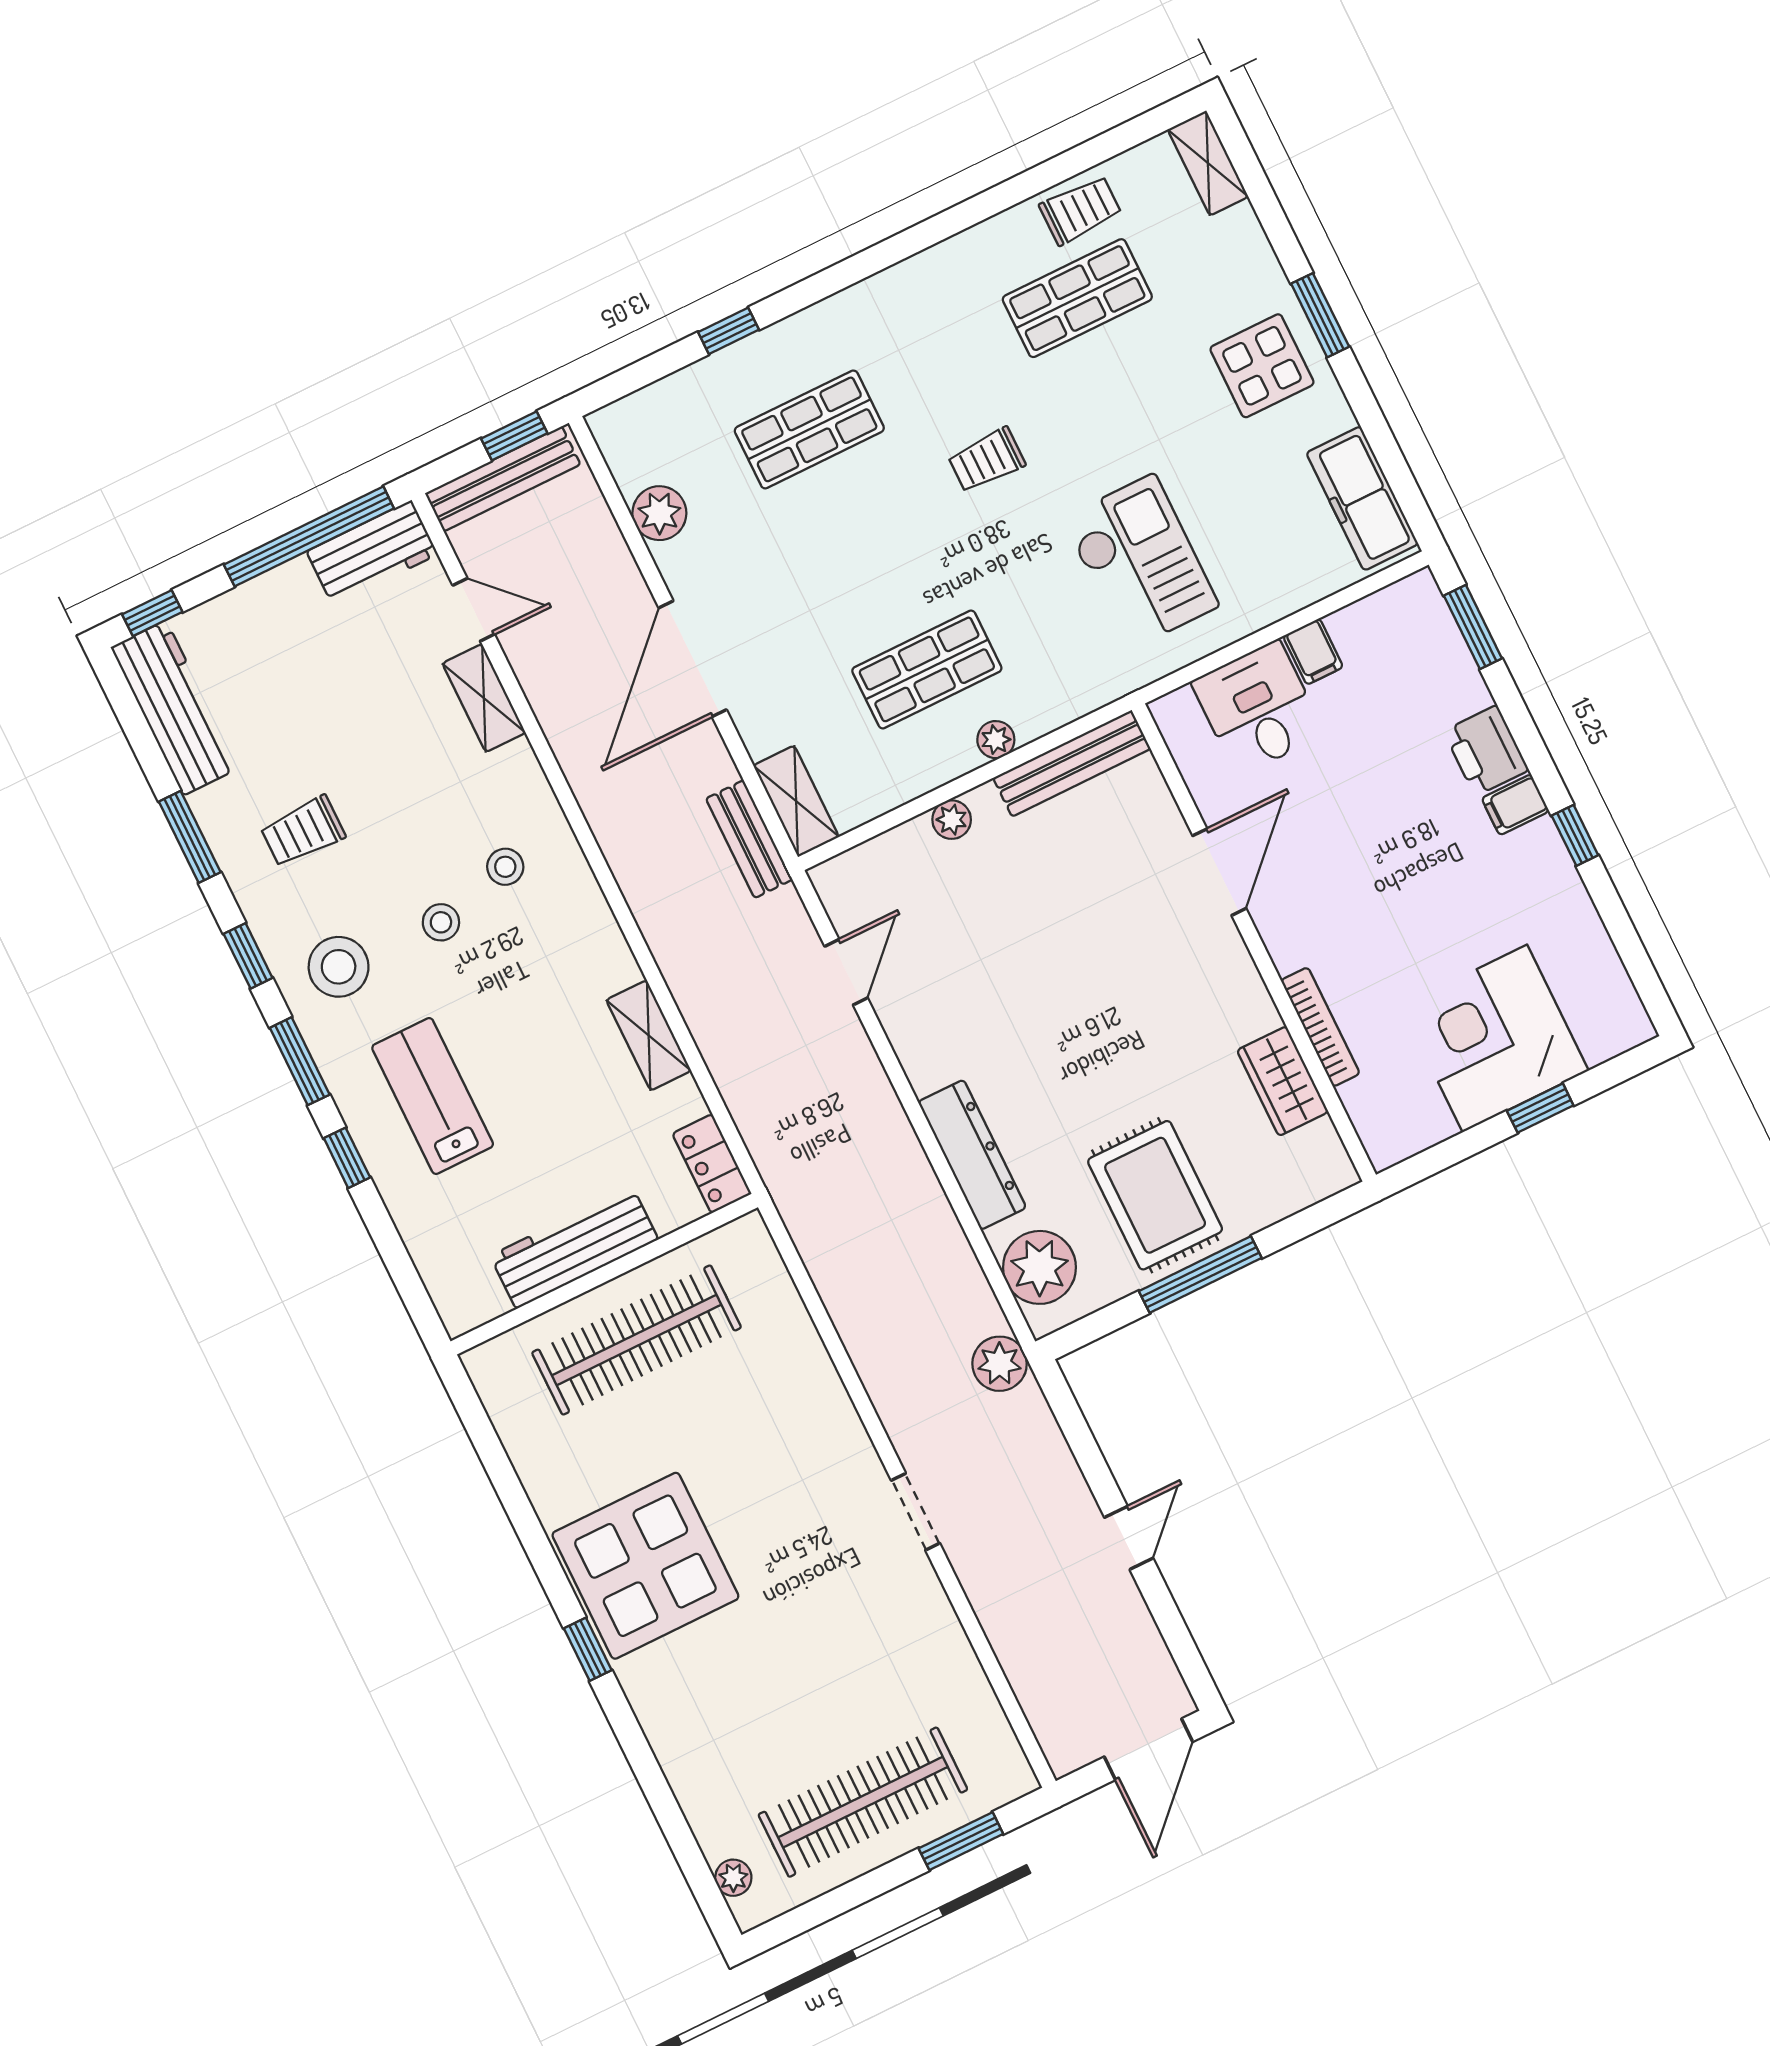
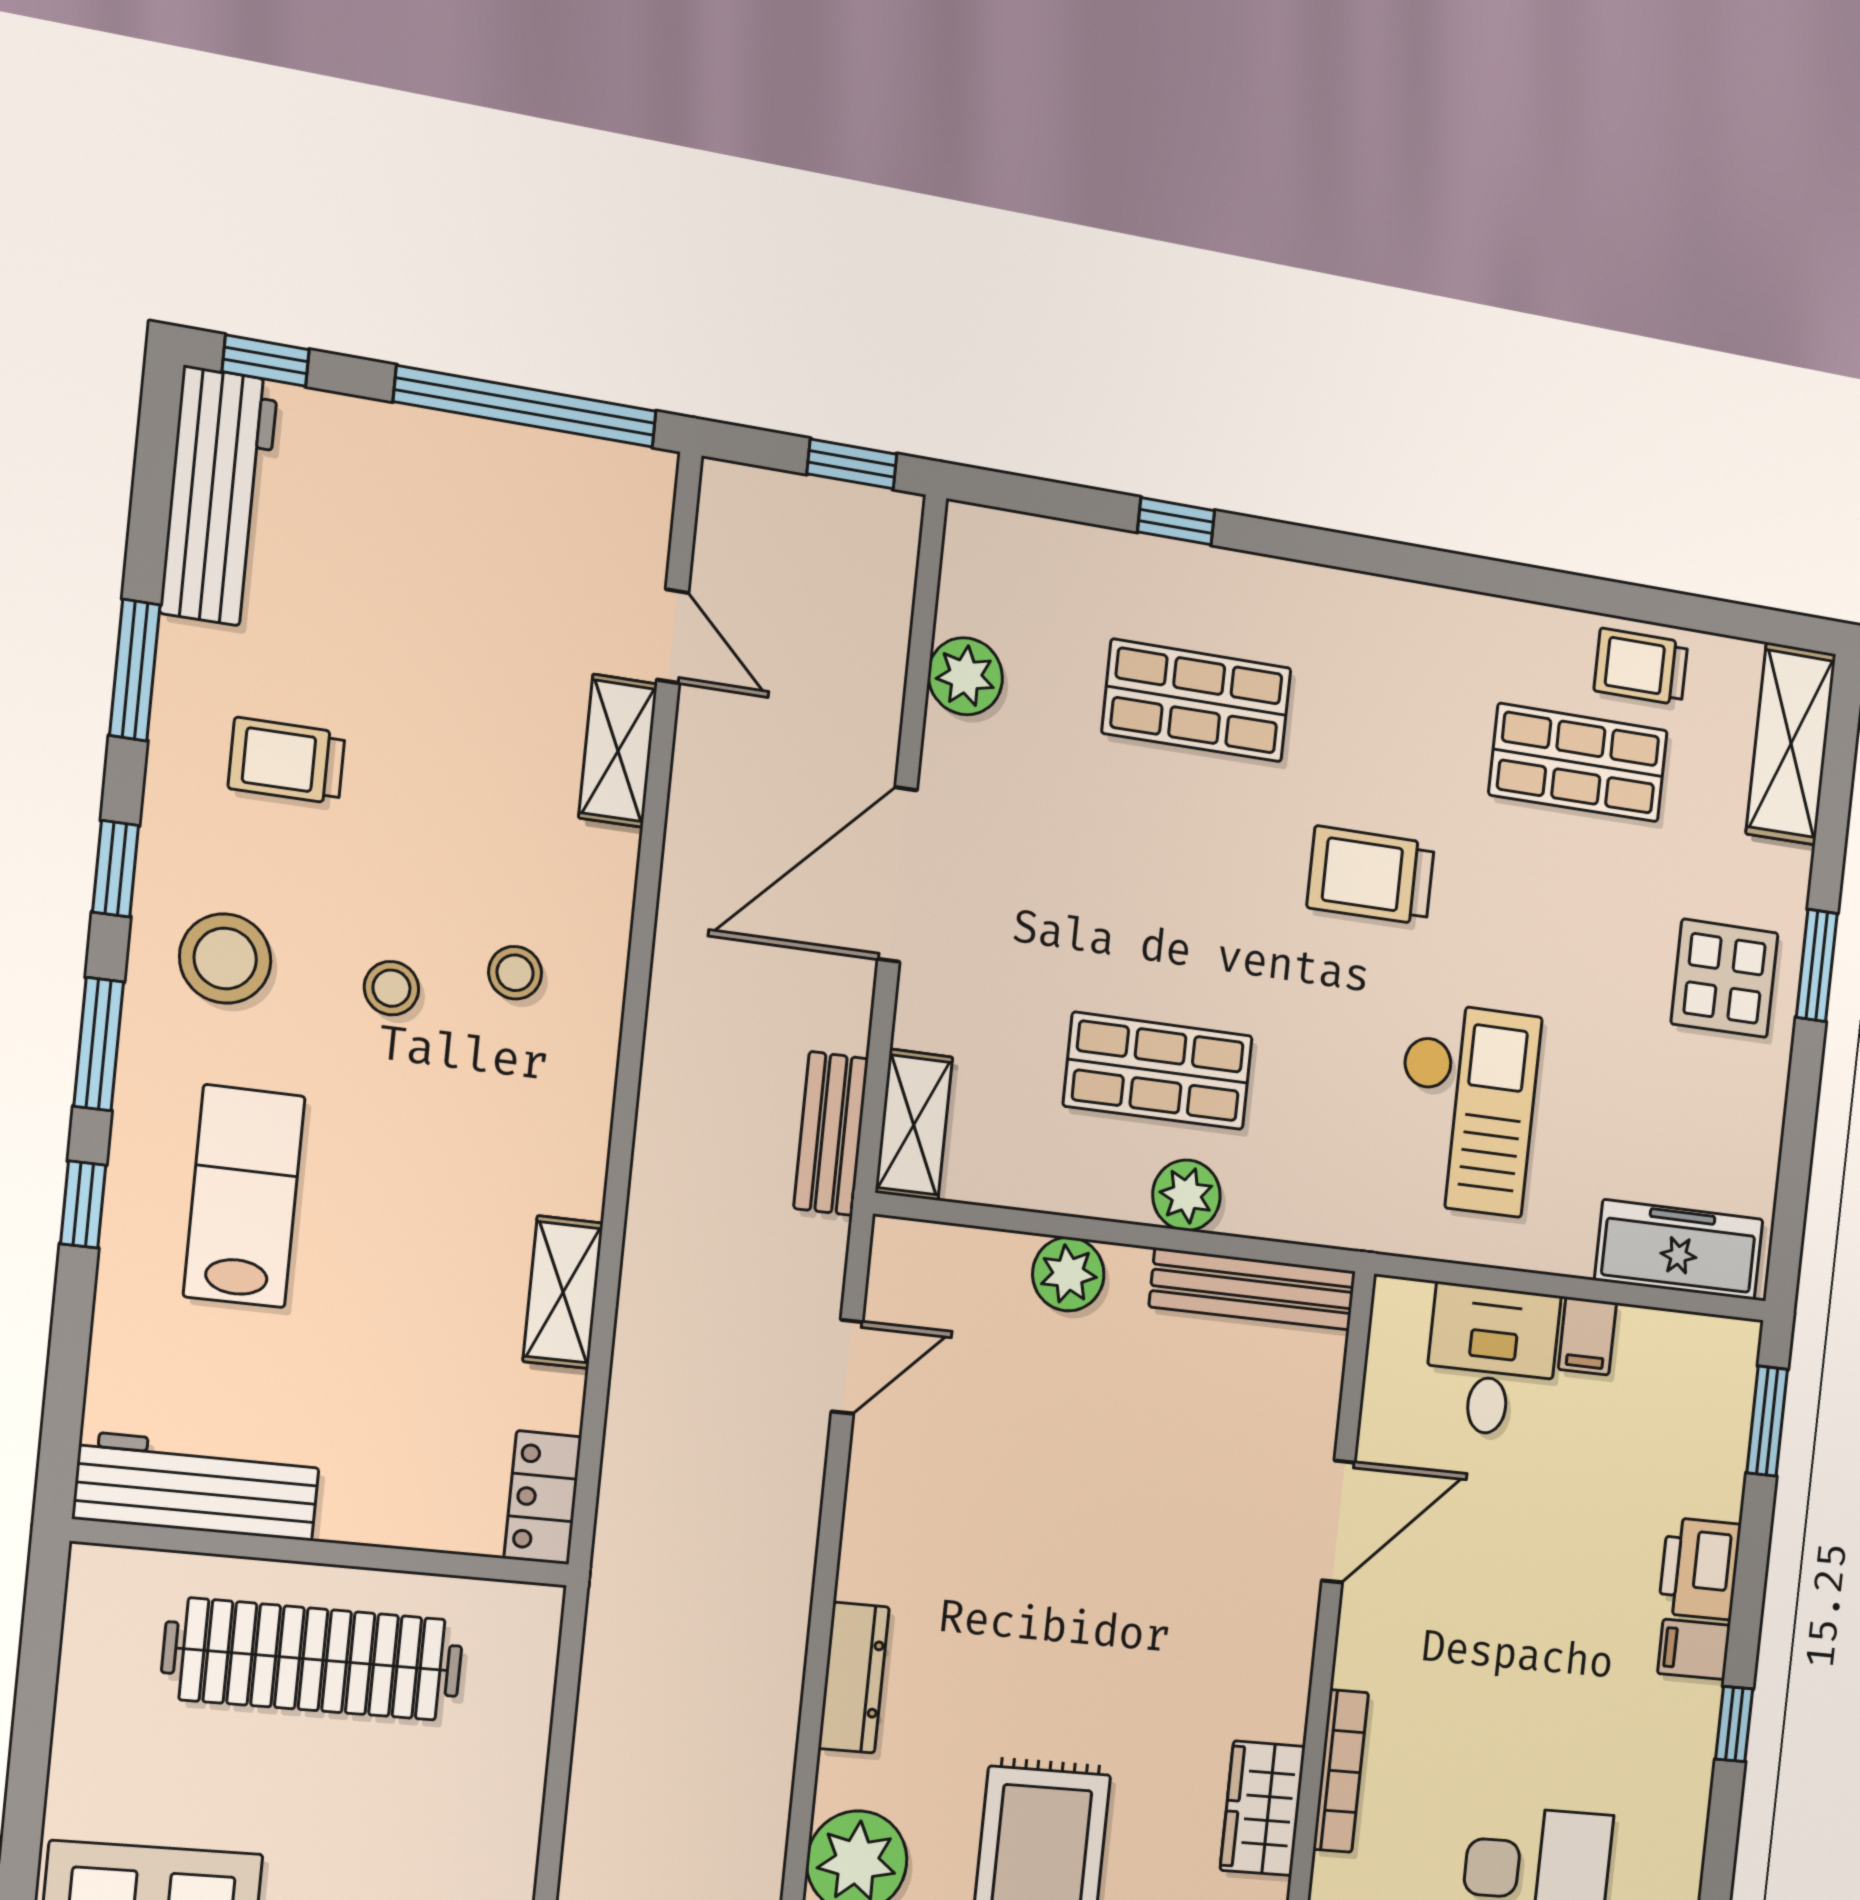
shelving: (1208, 163) -> (1791, 744), width x1.50, depth x1.33
trolley: (1080, 210) -> (1641, 667), turned 180
trolley: (987, 460) -> (1371, 876), width x1.36, depth x1.39
bench: (503, 479) -> (806, 505), removed
freezer: (1362, 498) -> (1679, 1250), moved, turned 90
workbench: (372, 553) -> (591, 481), removed
plant: (996, 740) -> (1186, 1195), width x1.38, depth x1.38
plant: (952, 820) -> (1068, 1274), width x1.38, depth x1.38
dresser: (972, 1155) -> (854, 1678), width x0.73, depth x0.80
workbench: (574, 1248) -> (197, 1486), moved

